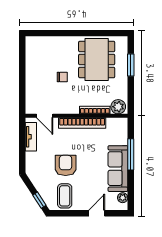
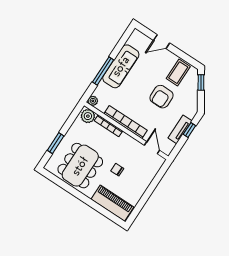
piano: (48, 45) -> (112, 203), added
tv unit: (31, 137) -> (180, 129), moved
window: (22, 152) -> (189, 130), added
plant: (123, 198) -> (93, 101), moved

